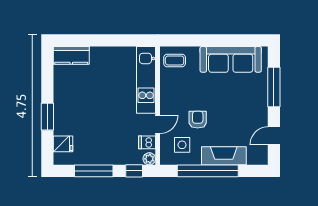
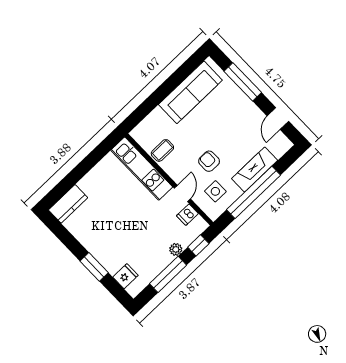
coffee table: (175, 60) -> (162, 150), moved
plant: (149, 159) -> (176, 249), moved

